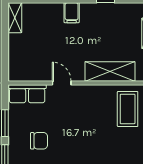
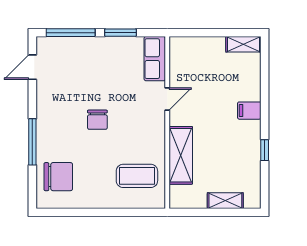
chair: (39, 141) -> (97, 120), moved

